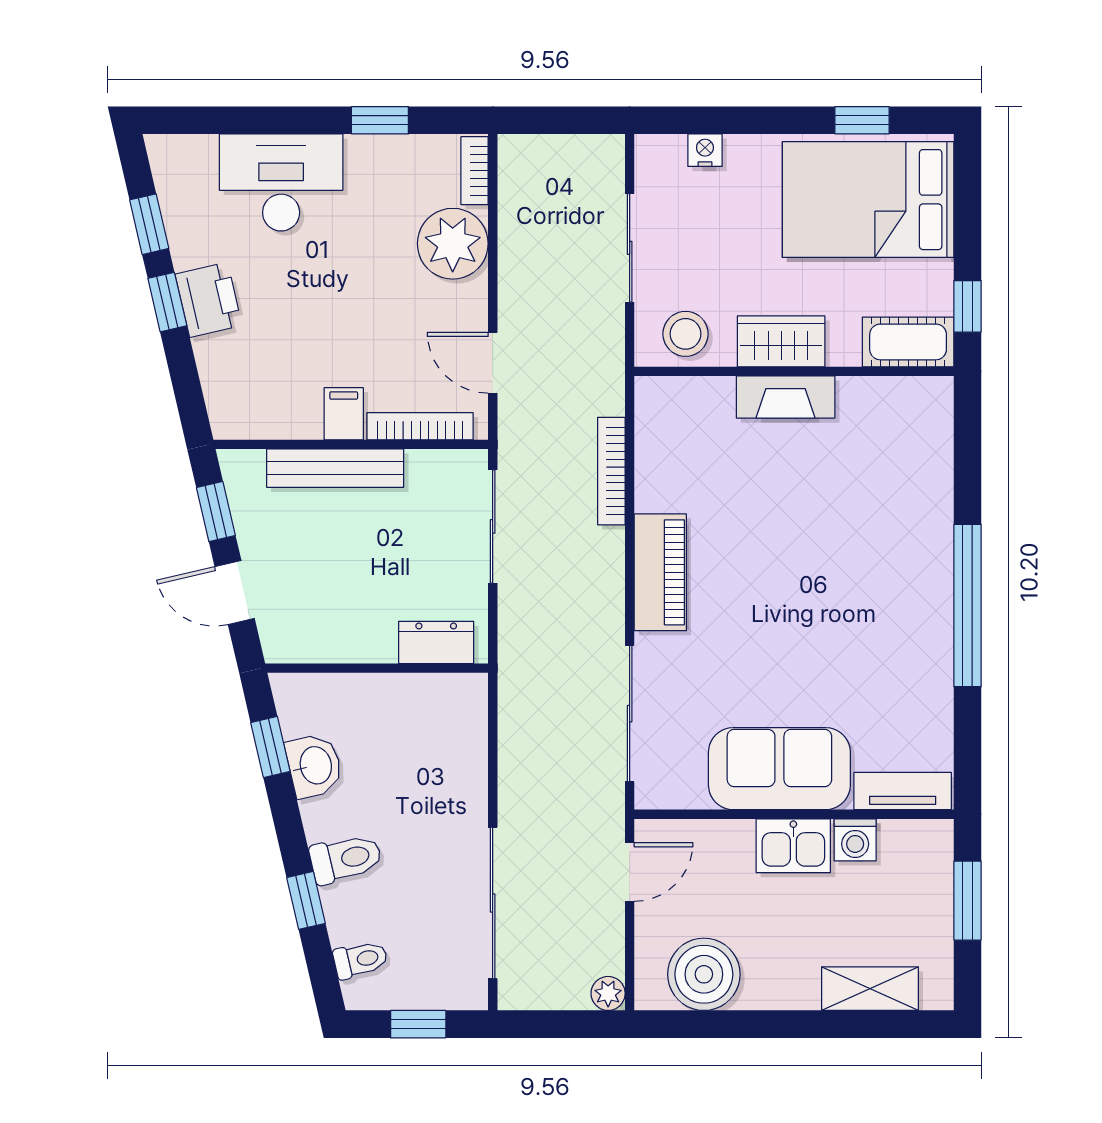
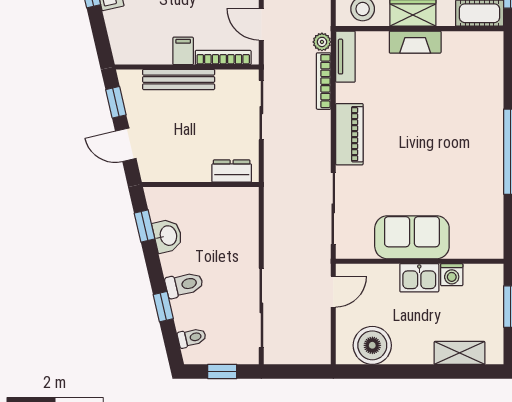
tv unit: (903, 791) -> (345, 57), moved, turned 90
plant: (608, 993) -> (322, 42), moved

